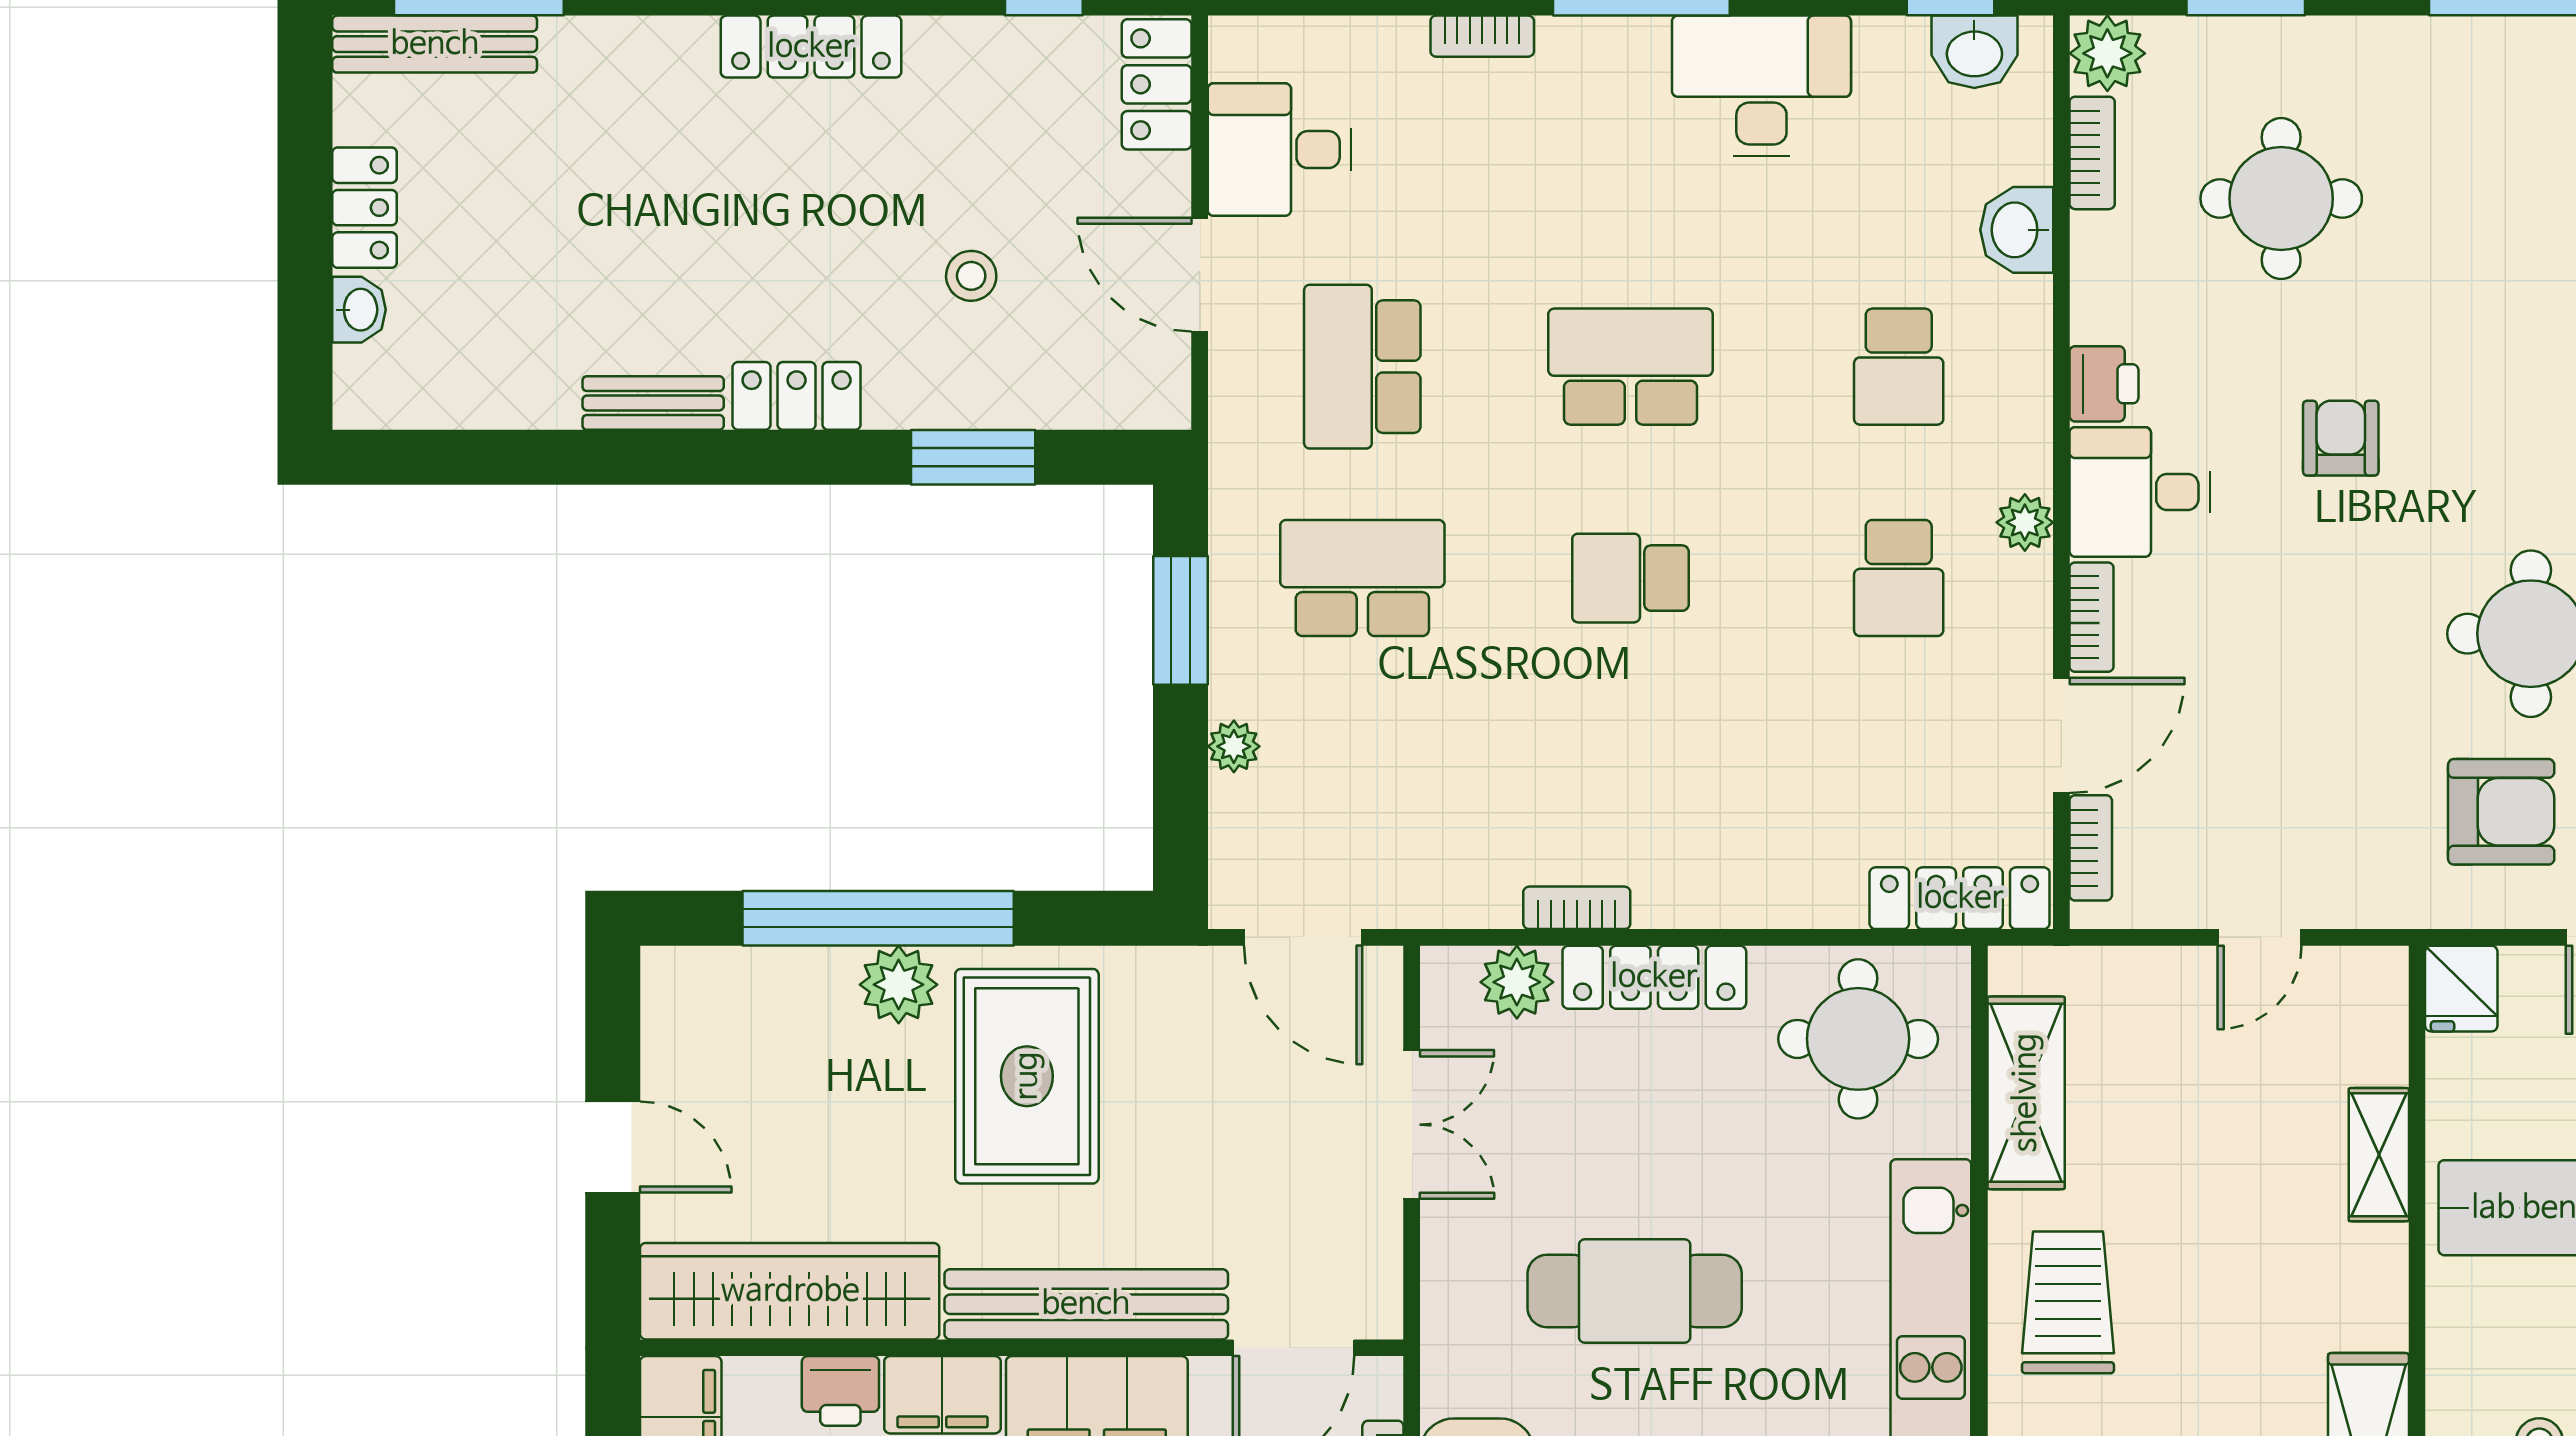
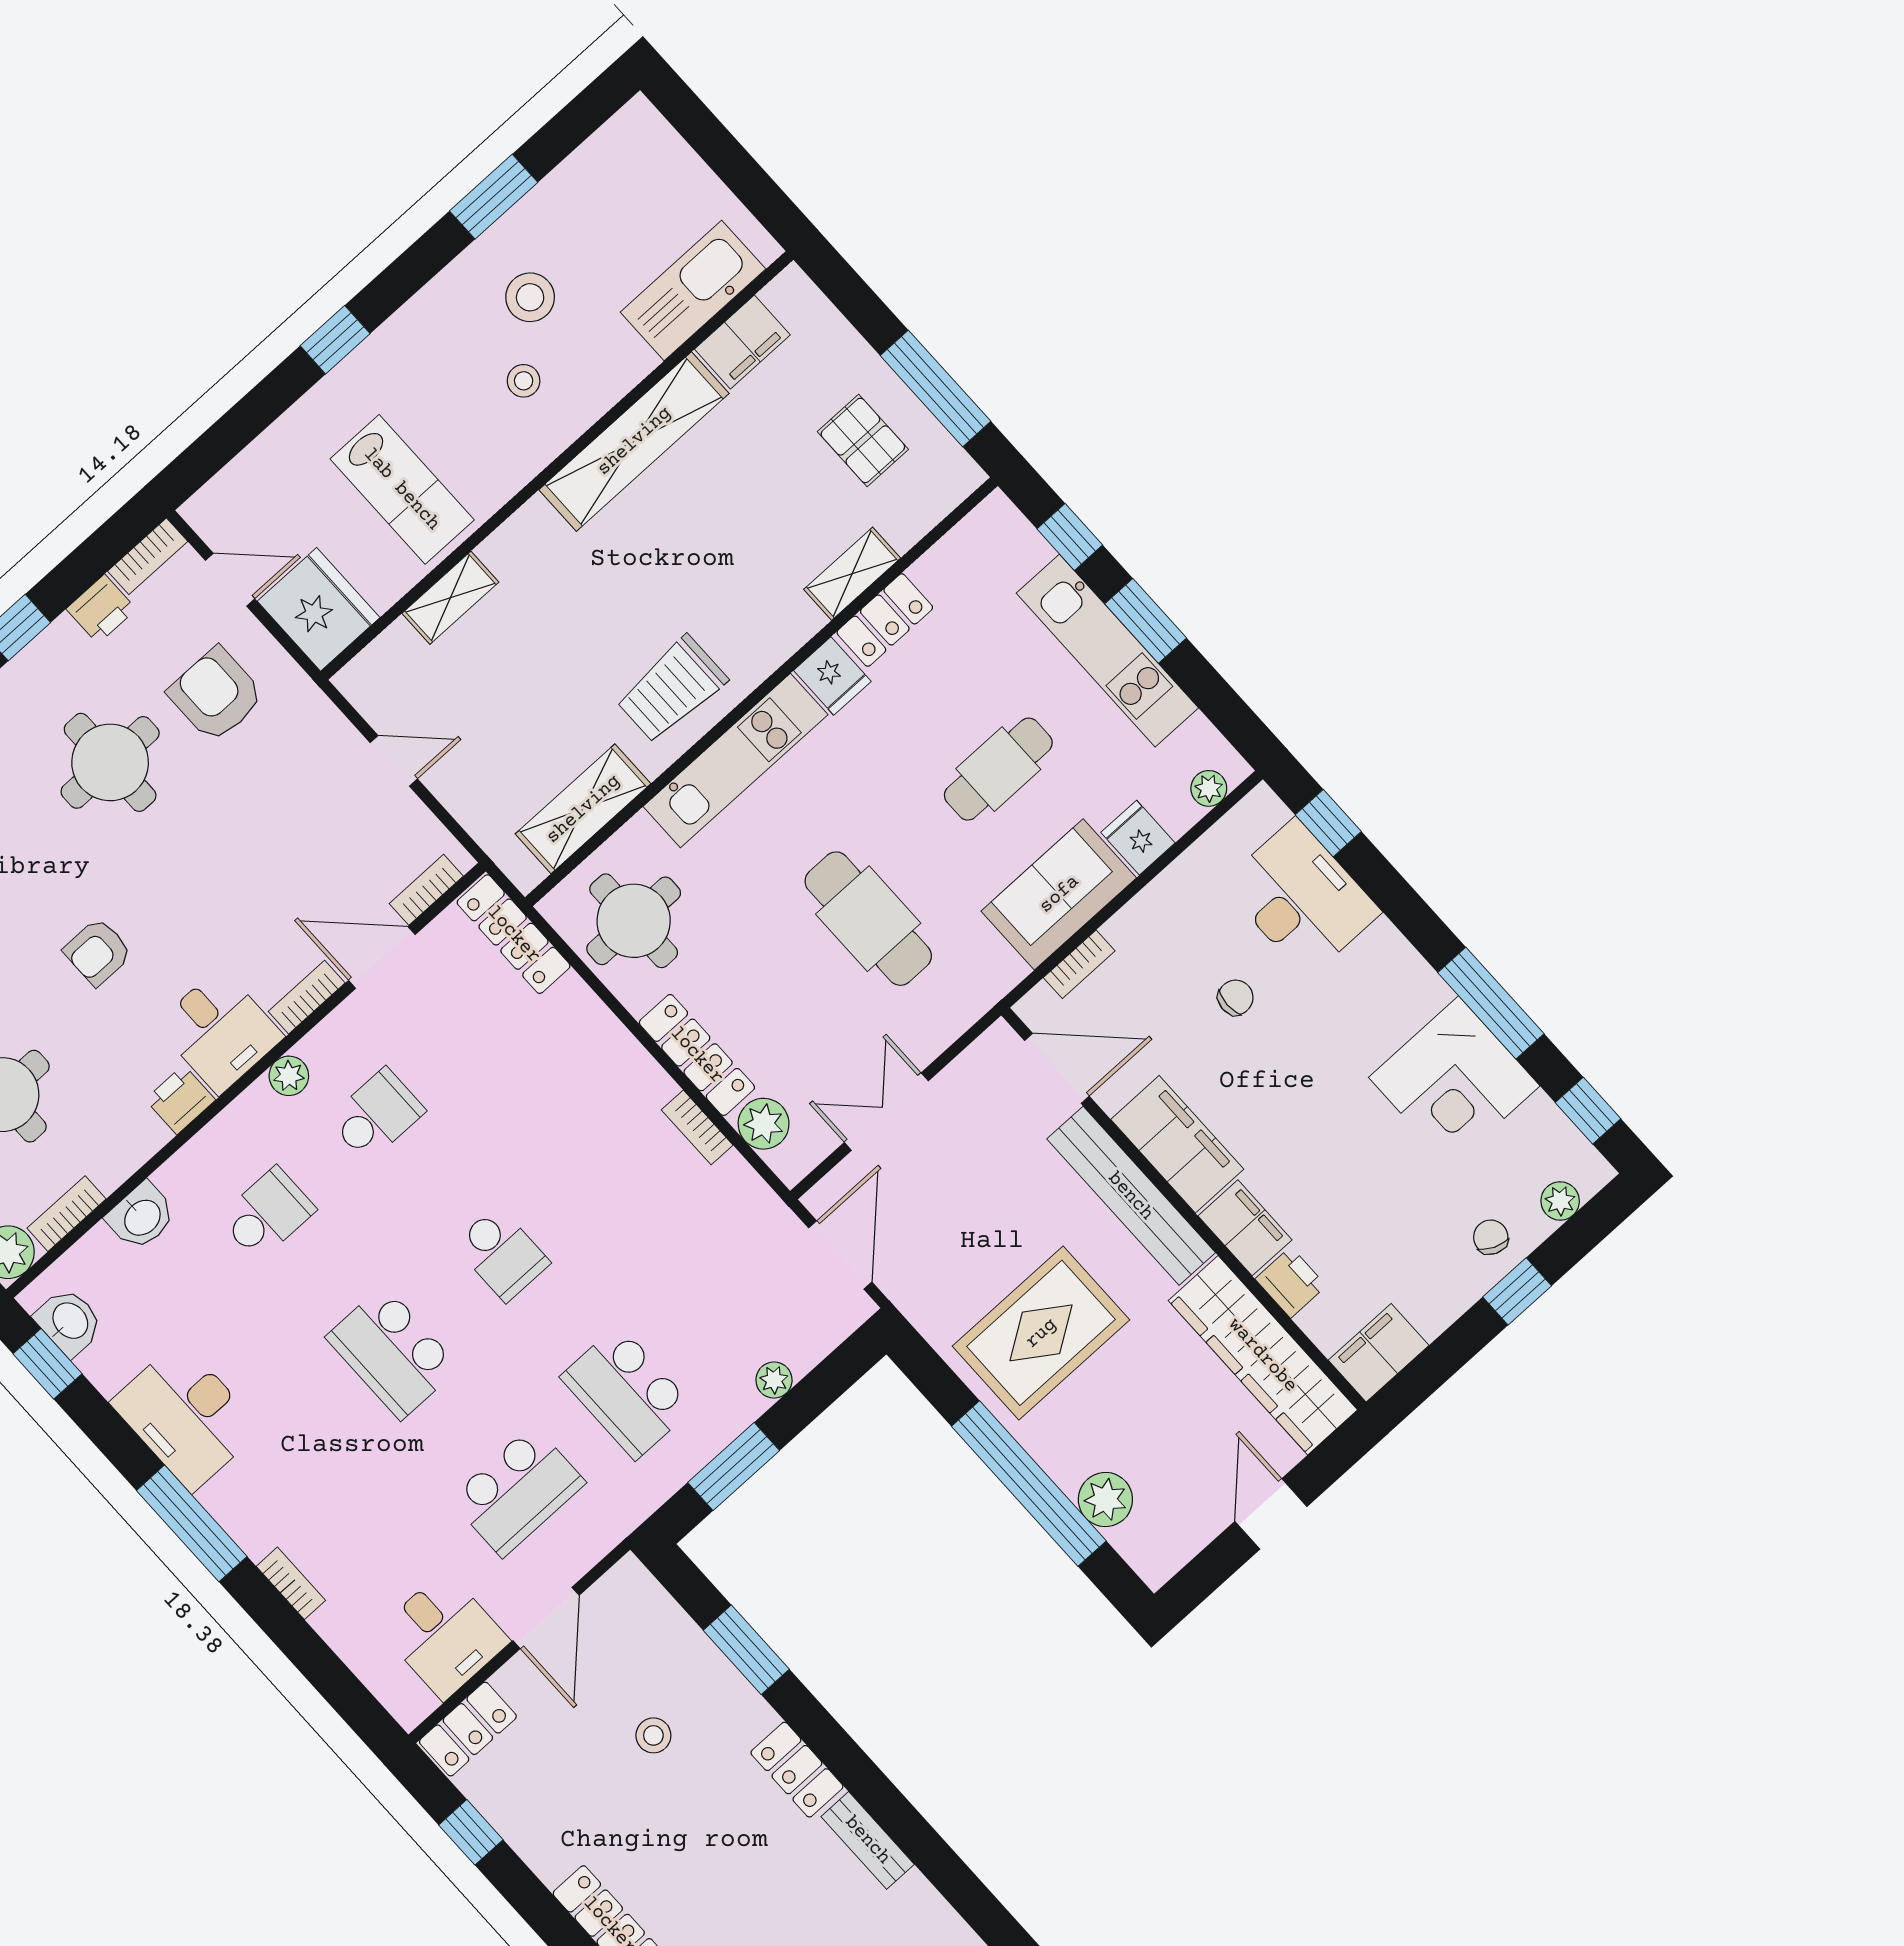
plant: (899, 985) -> (1105, 1500), moved
fridge: (2461, 989) -> (319, 609), width x1.88, depth x1.34

